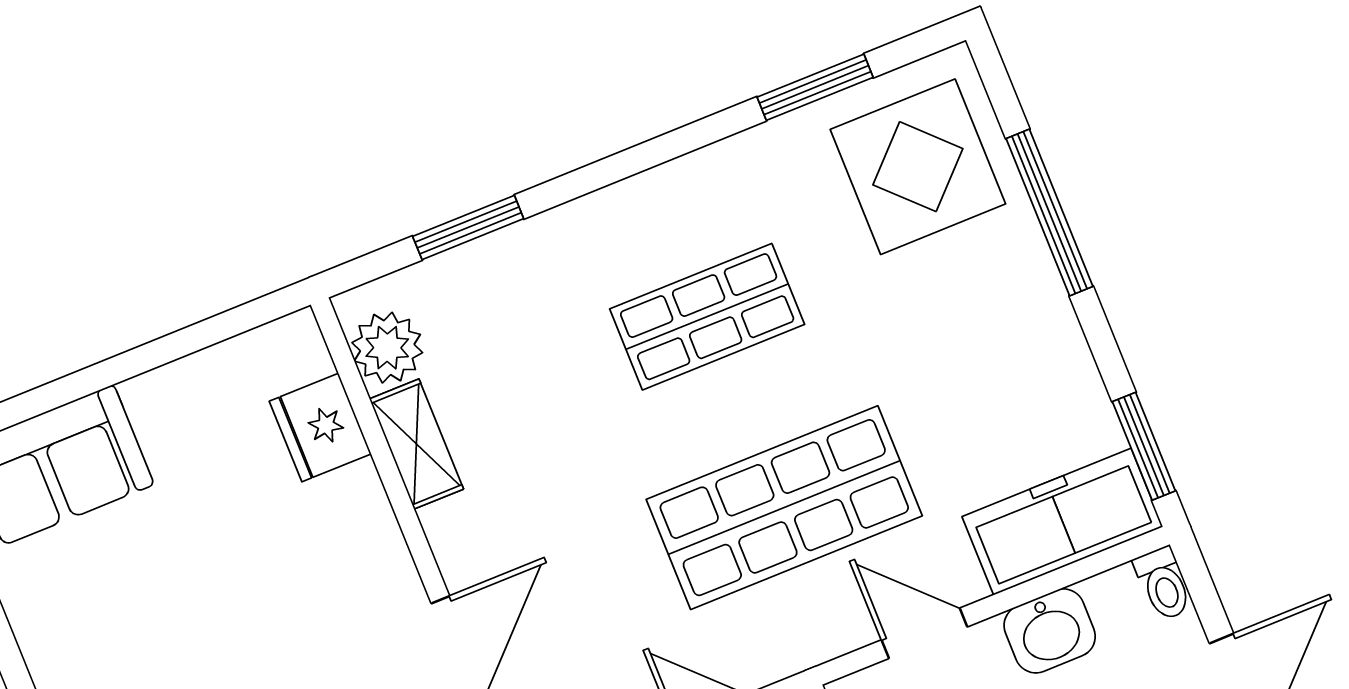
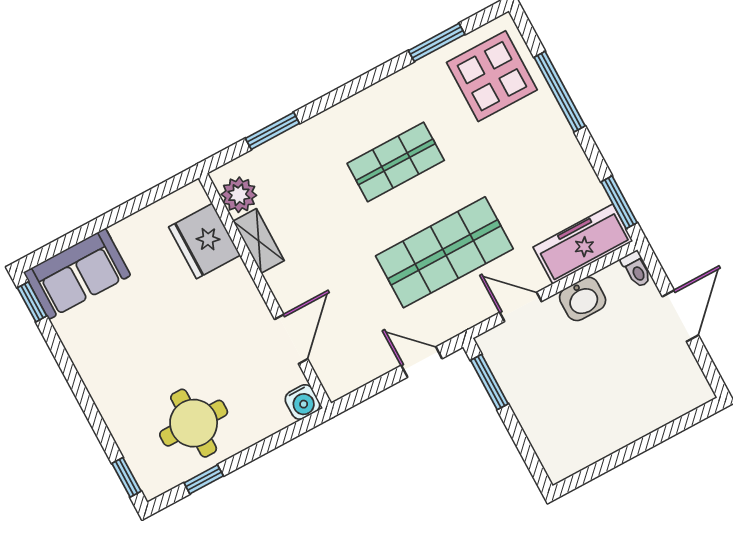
fridge: (320, 428) -> (205, 241), width x1.36, depth x1.34

